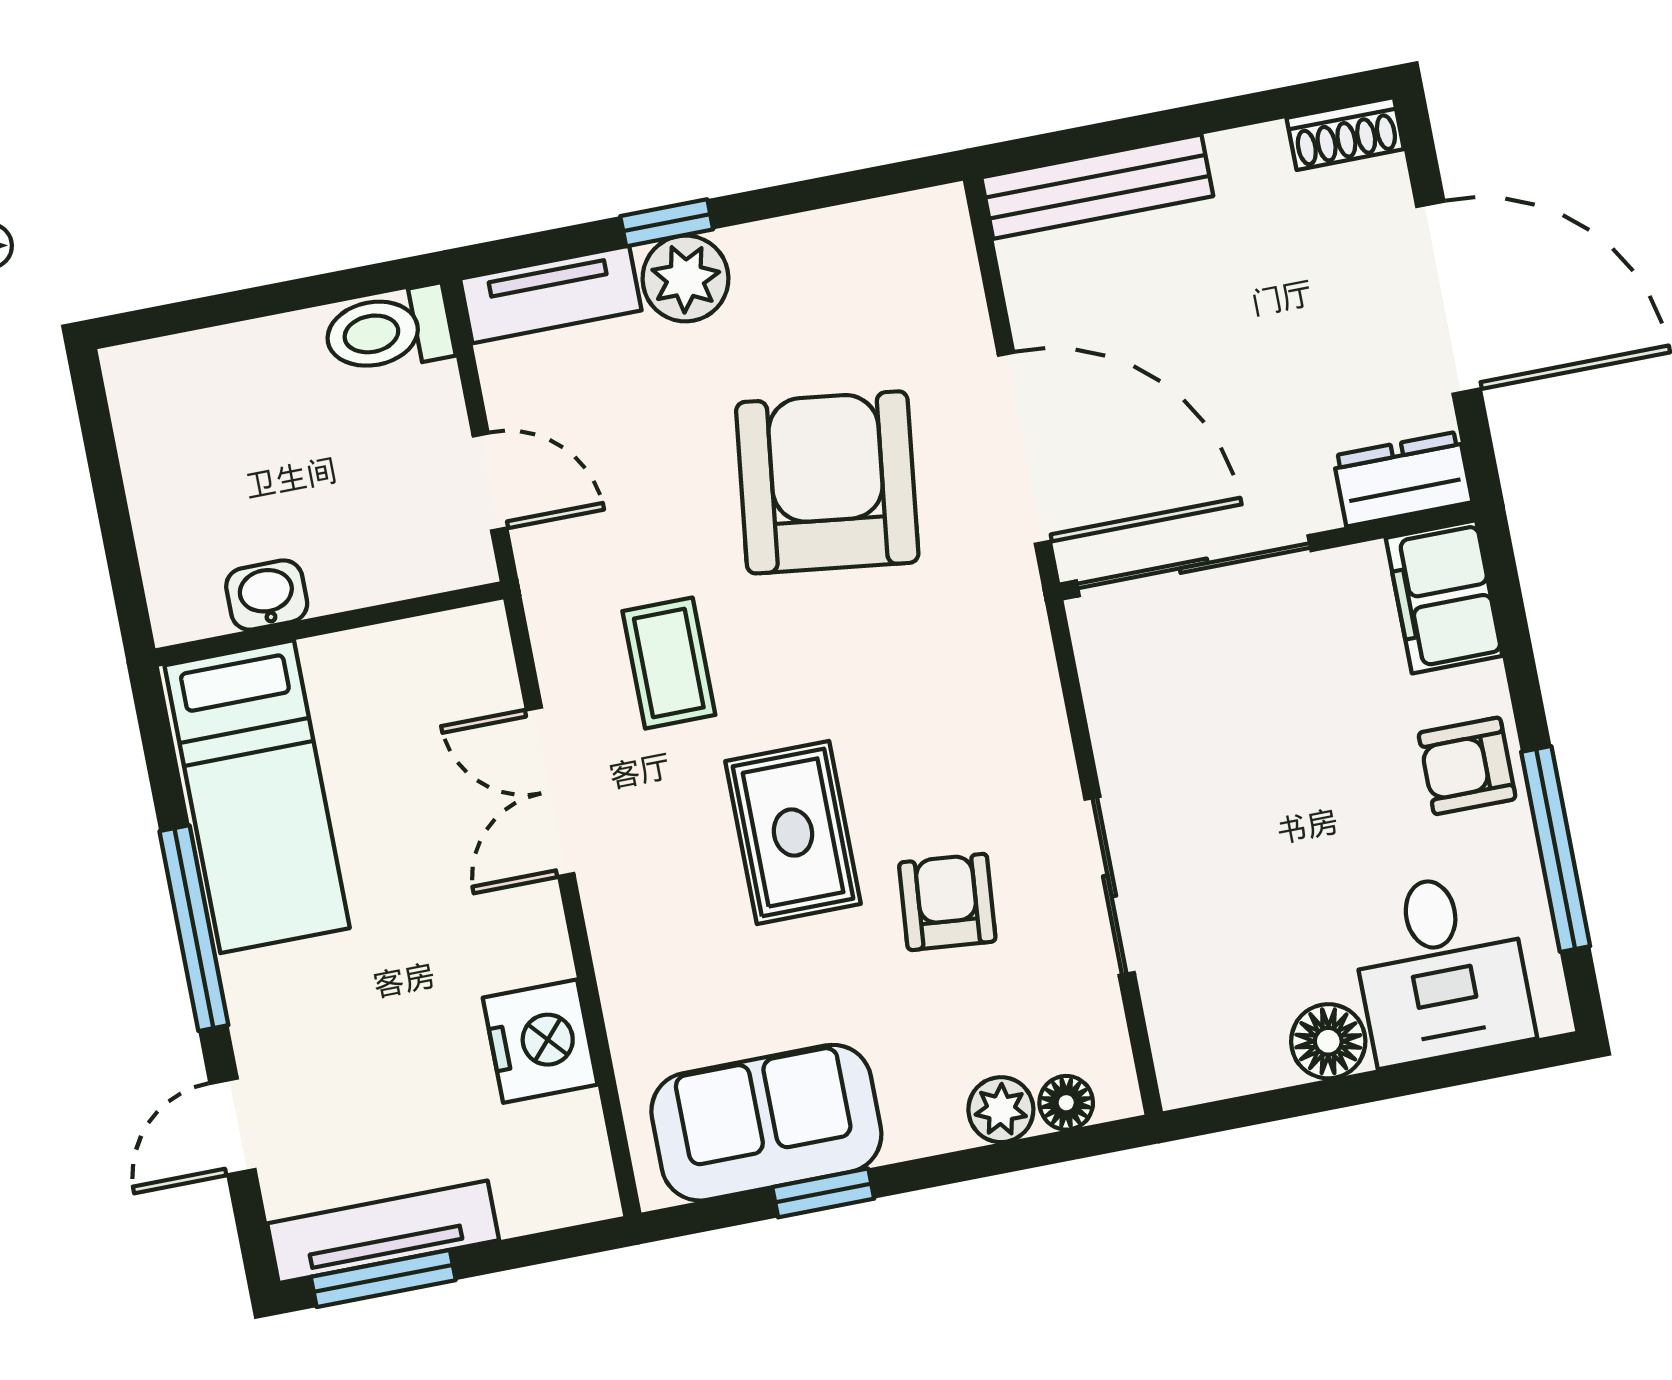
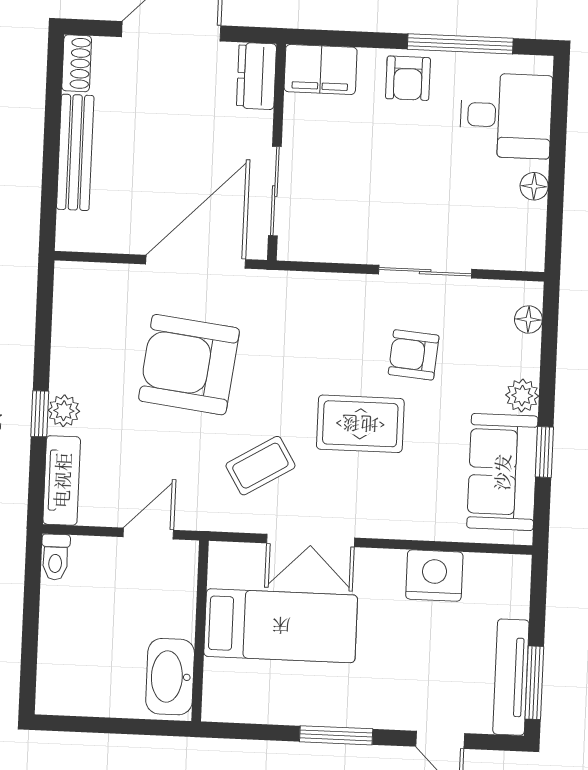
bench: (1097, 187) -> (75, 152), moved
plant: (686, 279) -> (64, 411), width x0.73, depth x0.73
toilet: (388, 331) -> (55, 557), width x0.73, depth x0.72
sliding door: (1194, 566) -> (275, 191), width x0.73
washbasin: (267, 595) -> (170, 677), width x1.91, depth x1.45
coffee table: (669, 663) -> (260, 466), turned -31
bed: (257, 797) -> (281, 626), moved
window: (194, 928) -> (336, 735), width x0.69
floor lamp: (1328, 1041) -> (534, 186), width x0.73, depth x0.73
plant: (1001, 1110) -> (522, 396), moved

